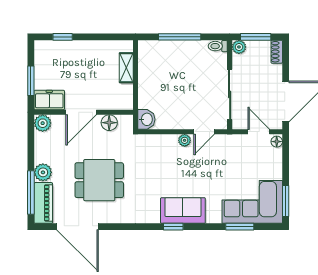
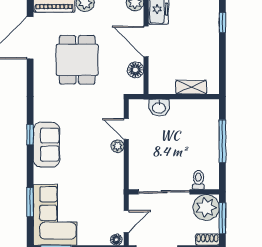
toilet: (218, 46) -> (198, 180), moved
plant: (239, 47) -> (206, 208), width x1.88, depth x1.88
washbasin: (146, 119) -> (159, 108), moved
door: (204, 132) -> (126, 129), moved

